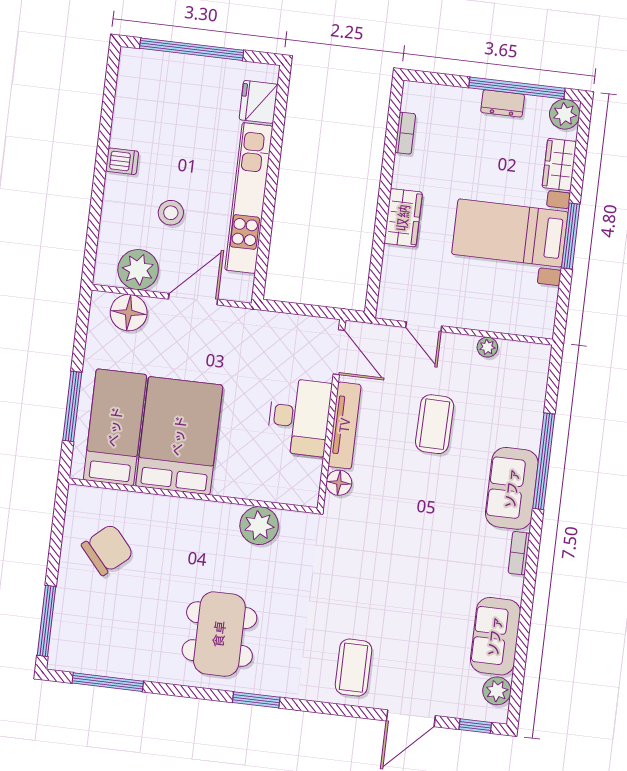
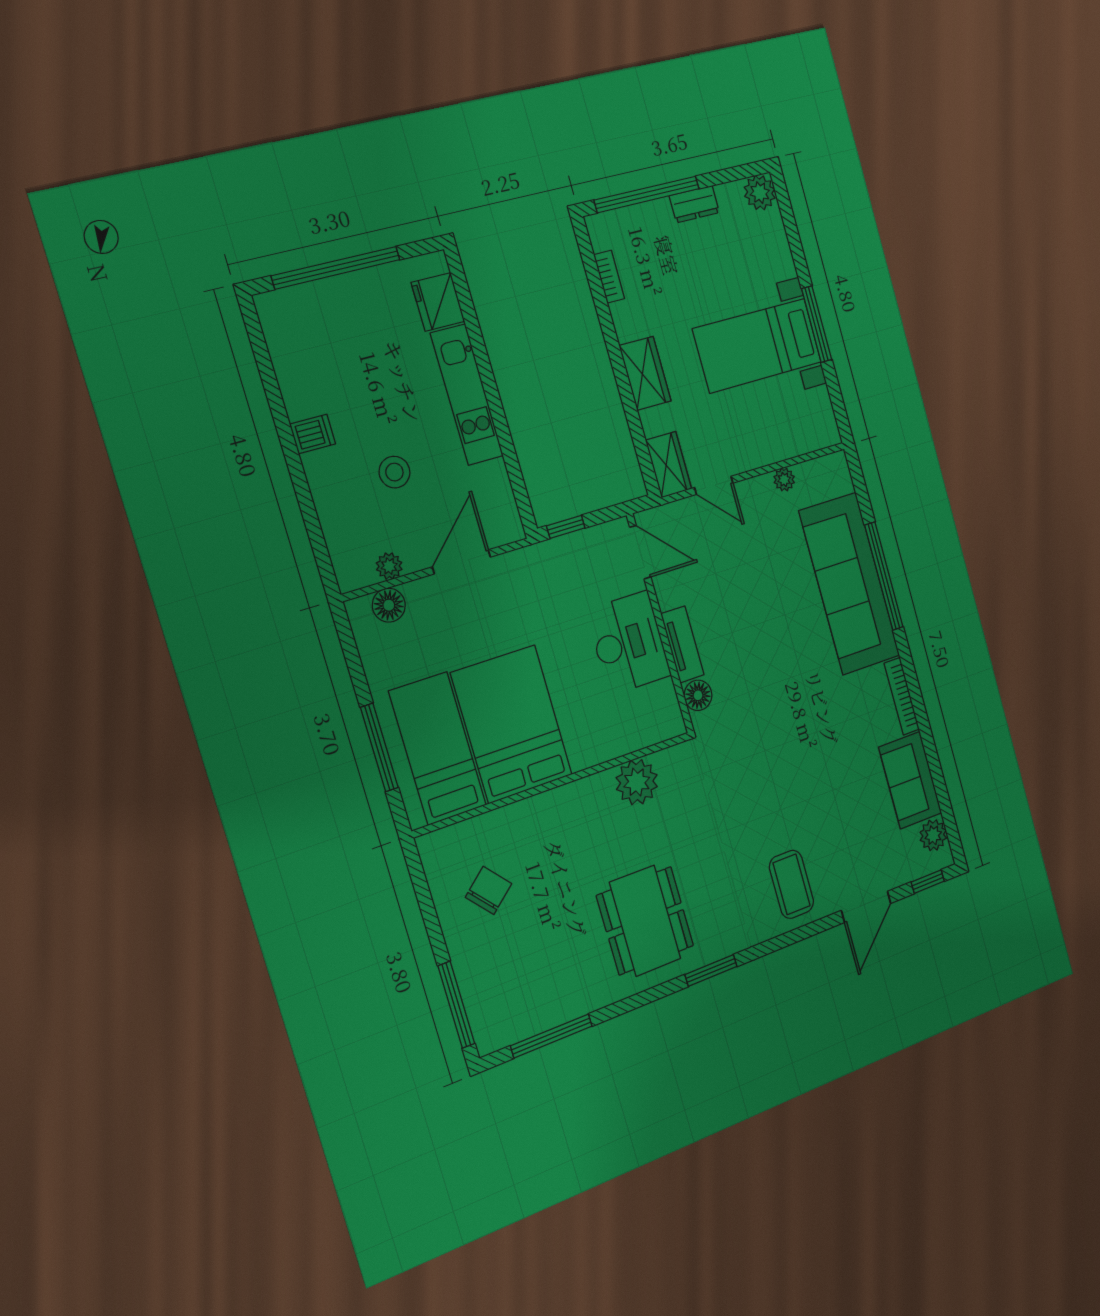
window: (517, 88) -> (647, 194), moved
wardrobe: (559, 164) -> (669, 465), moved, turned 180
kitchen unit: (249, 198) -> (467, 395), width x0.73
plant: (138, 270) -> (389, 566), width x0.53, depth x0.53
window: (287, 308) -> (566, 527), added
floor lamp: (129, 313) -> (389, 605), width x0.73, depth x0.73
coffee table: (435, 424) -> (766, 586), removed
tv unit: (345, 425) -> (682, 644), width x0.71
sofa: (512, 488) -> (849, 584), width x1.85, depth x1.27
chair: (107, 550) -> (489, 890), width x0.73, depth x0.73
bookcase: (519, 553) -> (902, 696), width x1.56

